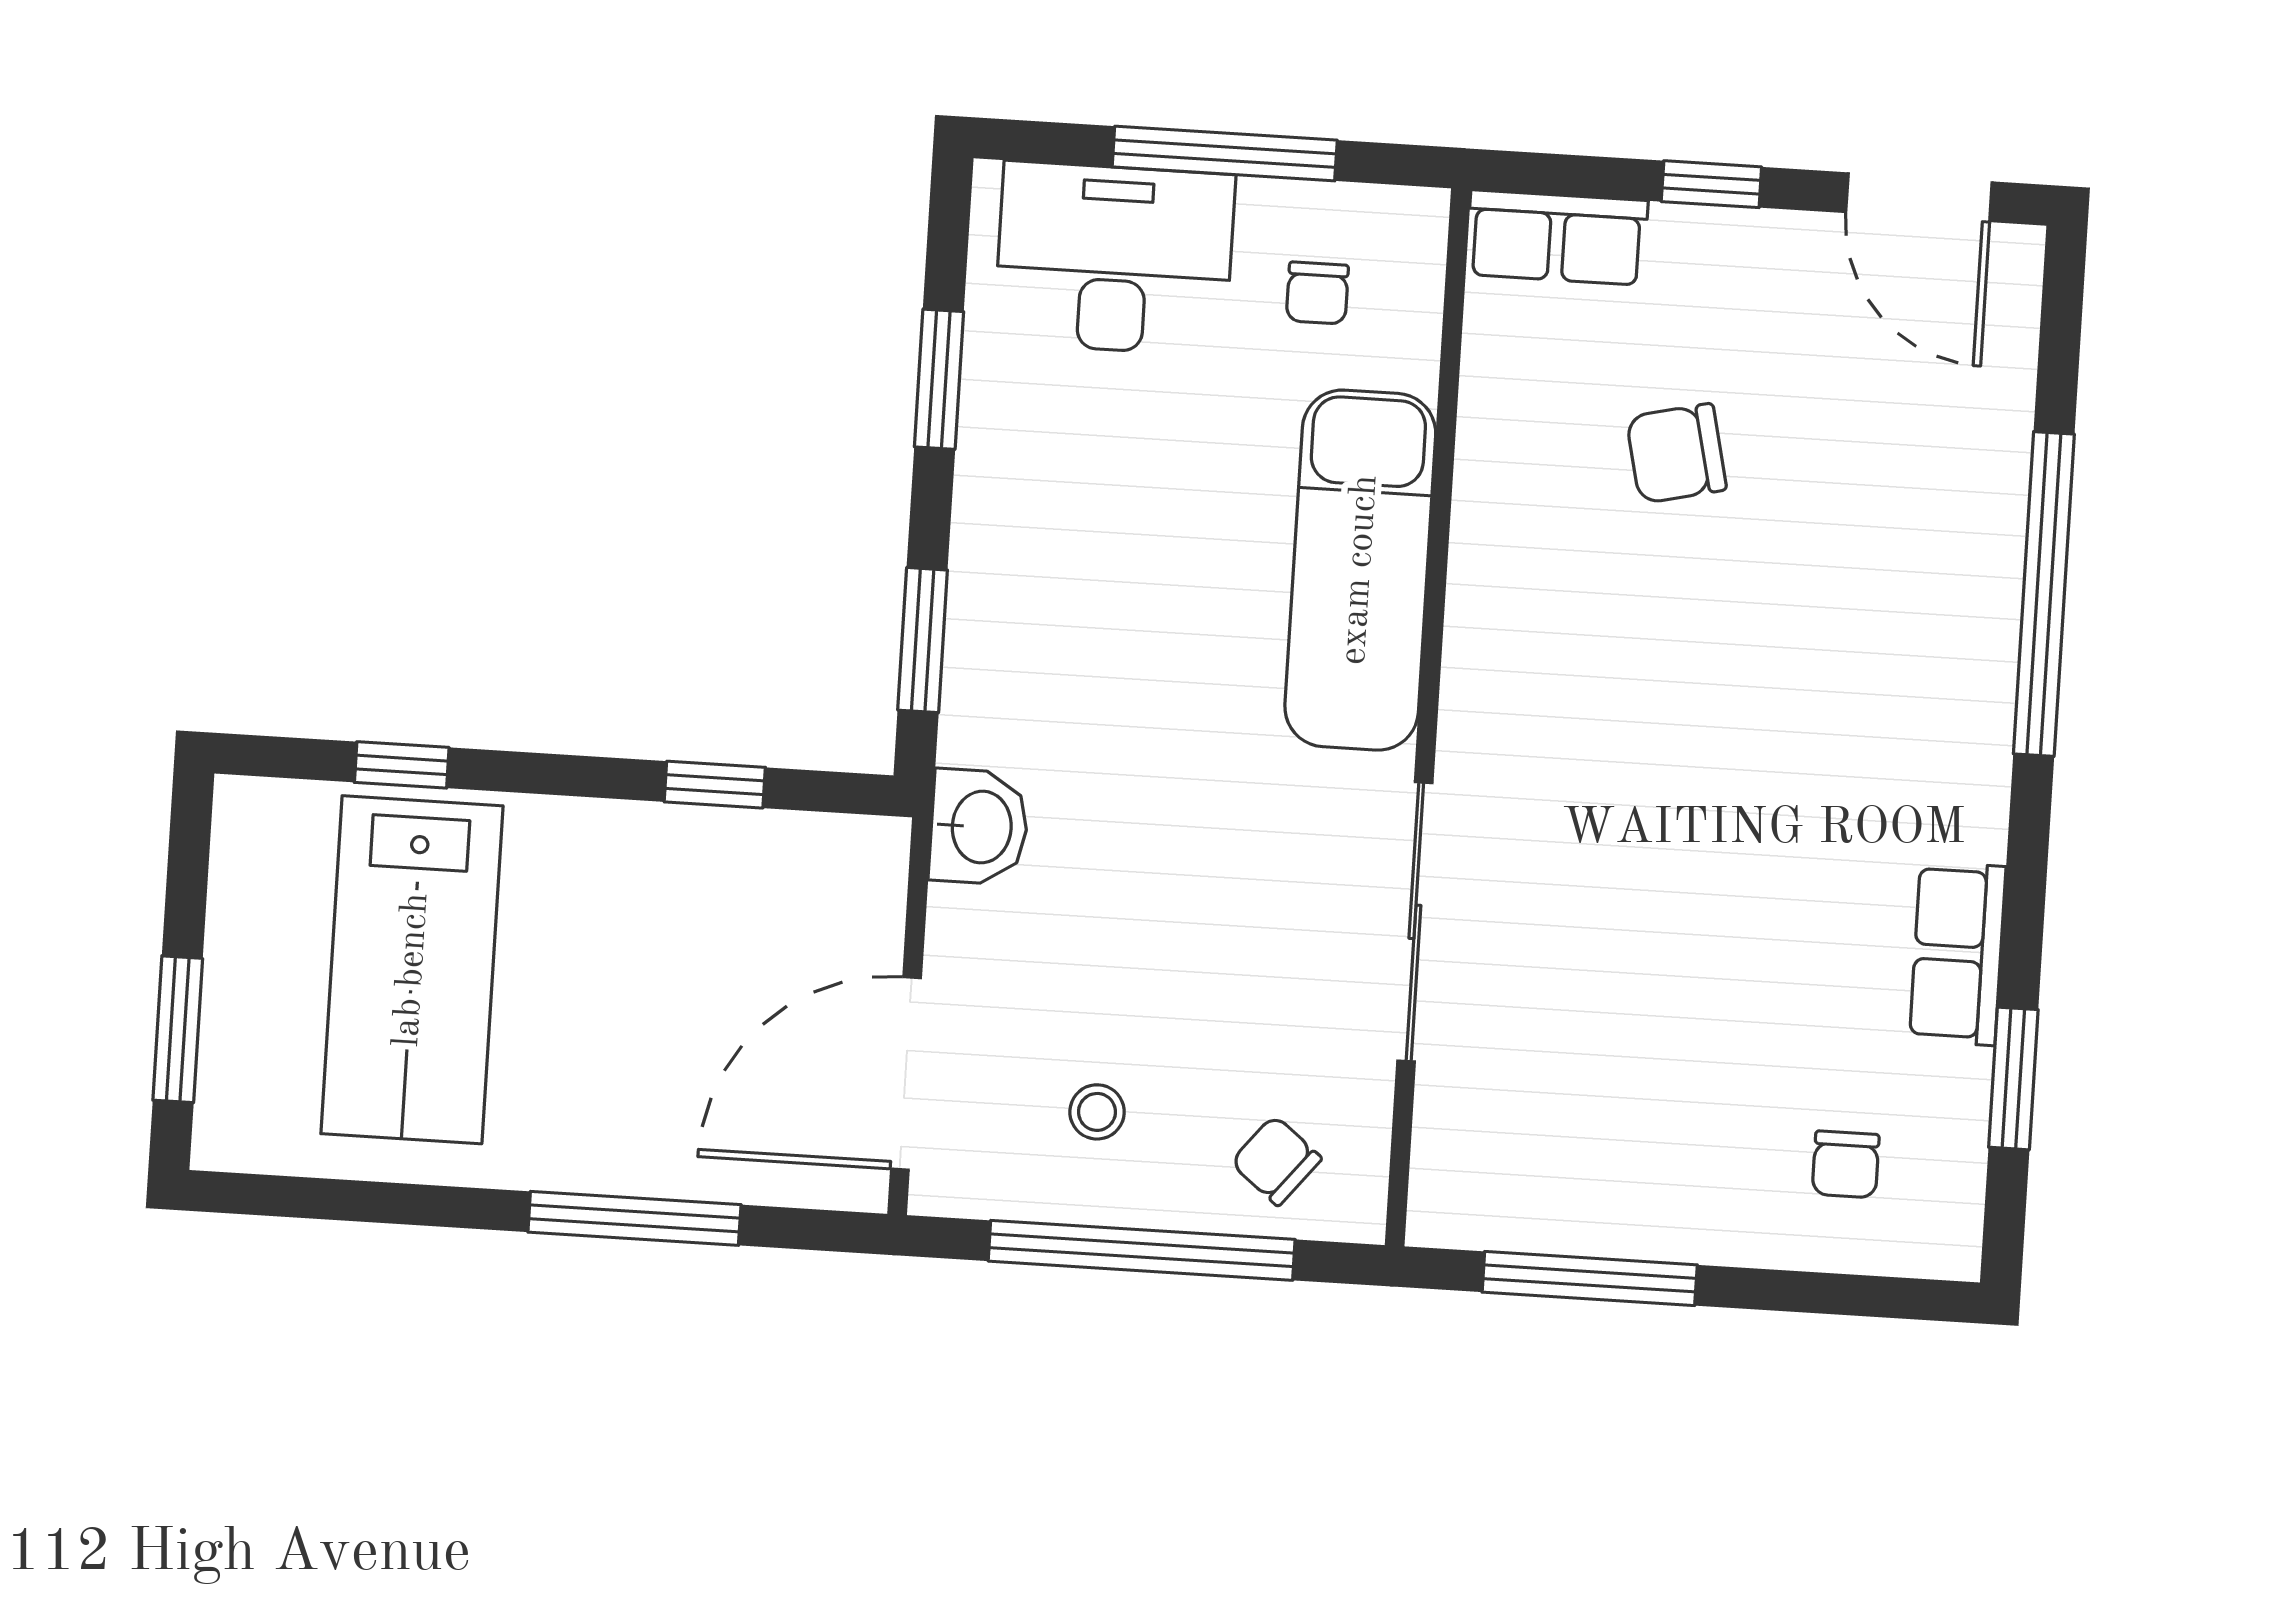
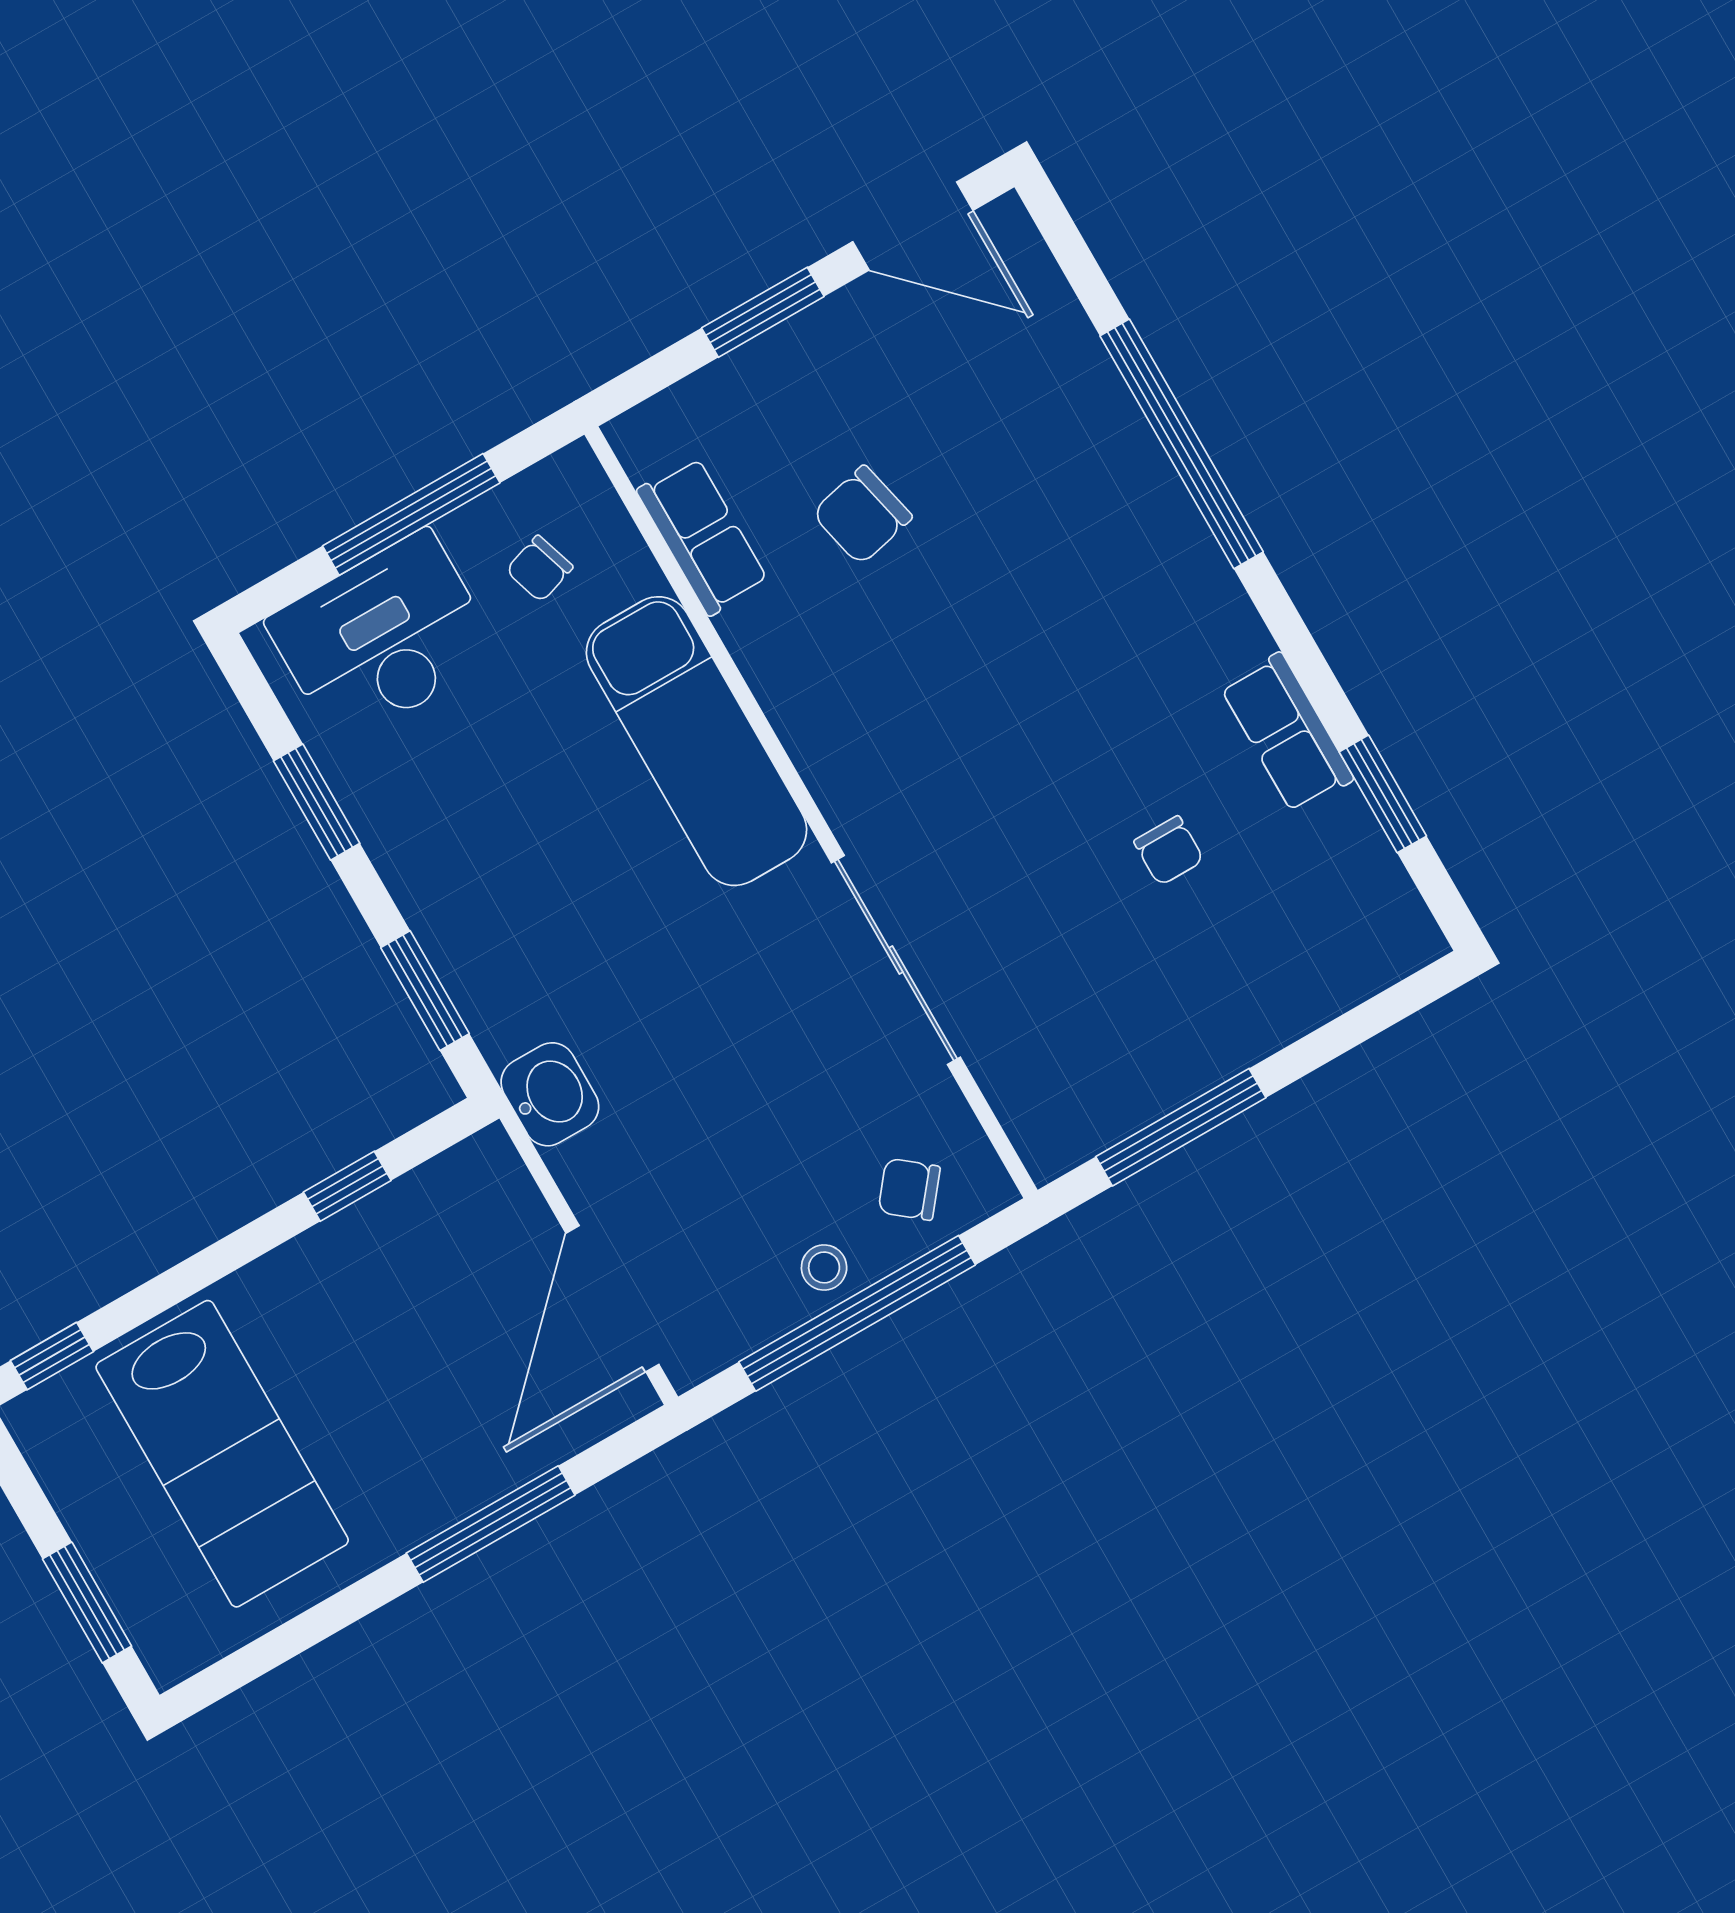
window: (1711, 184) -> (763, 312), width x1.50
row of seats: (1557, 238) -> (702, 536), moved, turned -90
chair: (1317, 293) -> (539, 569), turned 72
window: (402, 765) -> (52, 1356), moved
stool: (1097, 1112) -> (824, 1267), moved
chair: (1846, 1164) -> (1169, 851), moved

